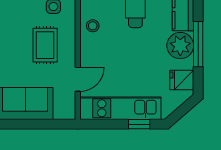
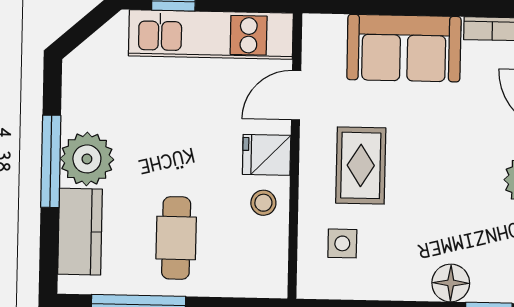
fridge: (182, 80) -> (267, 155), moved, turned 180

